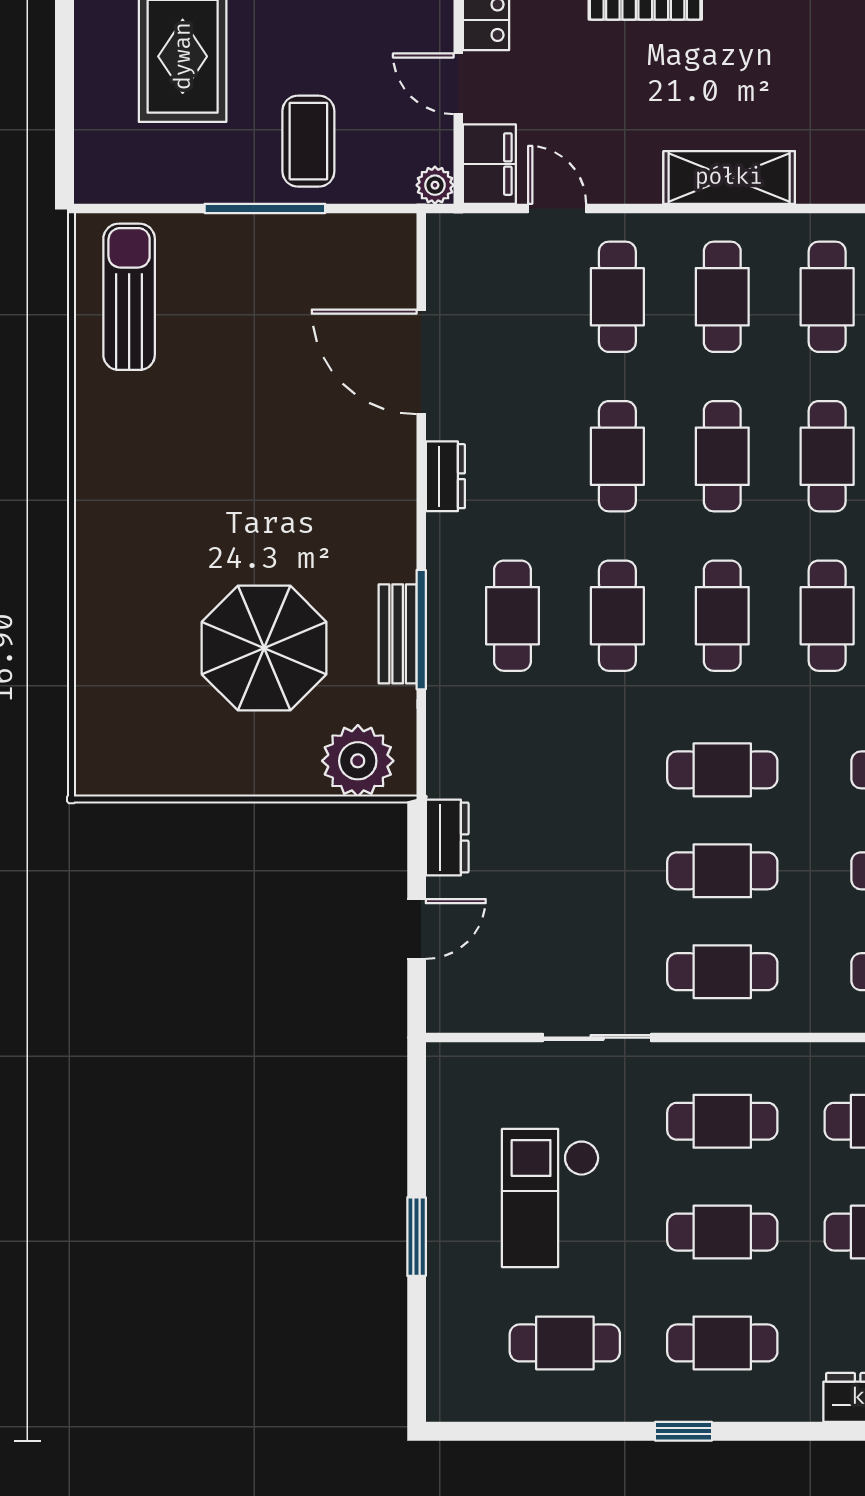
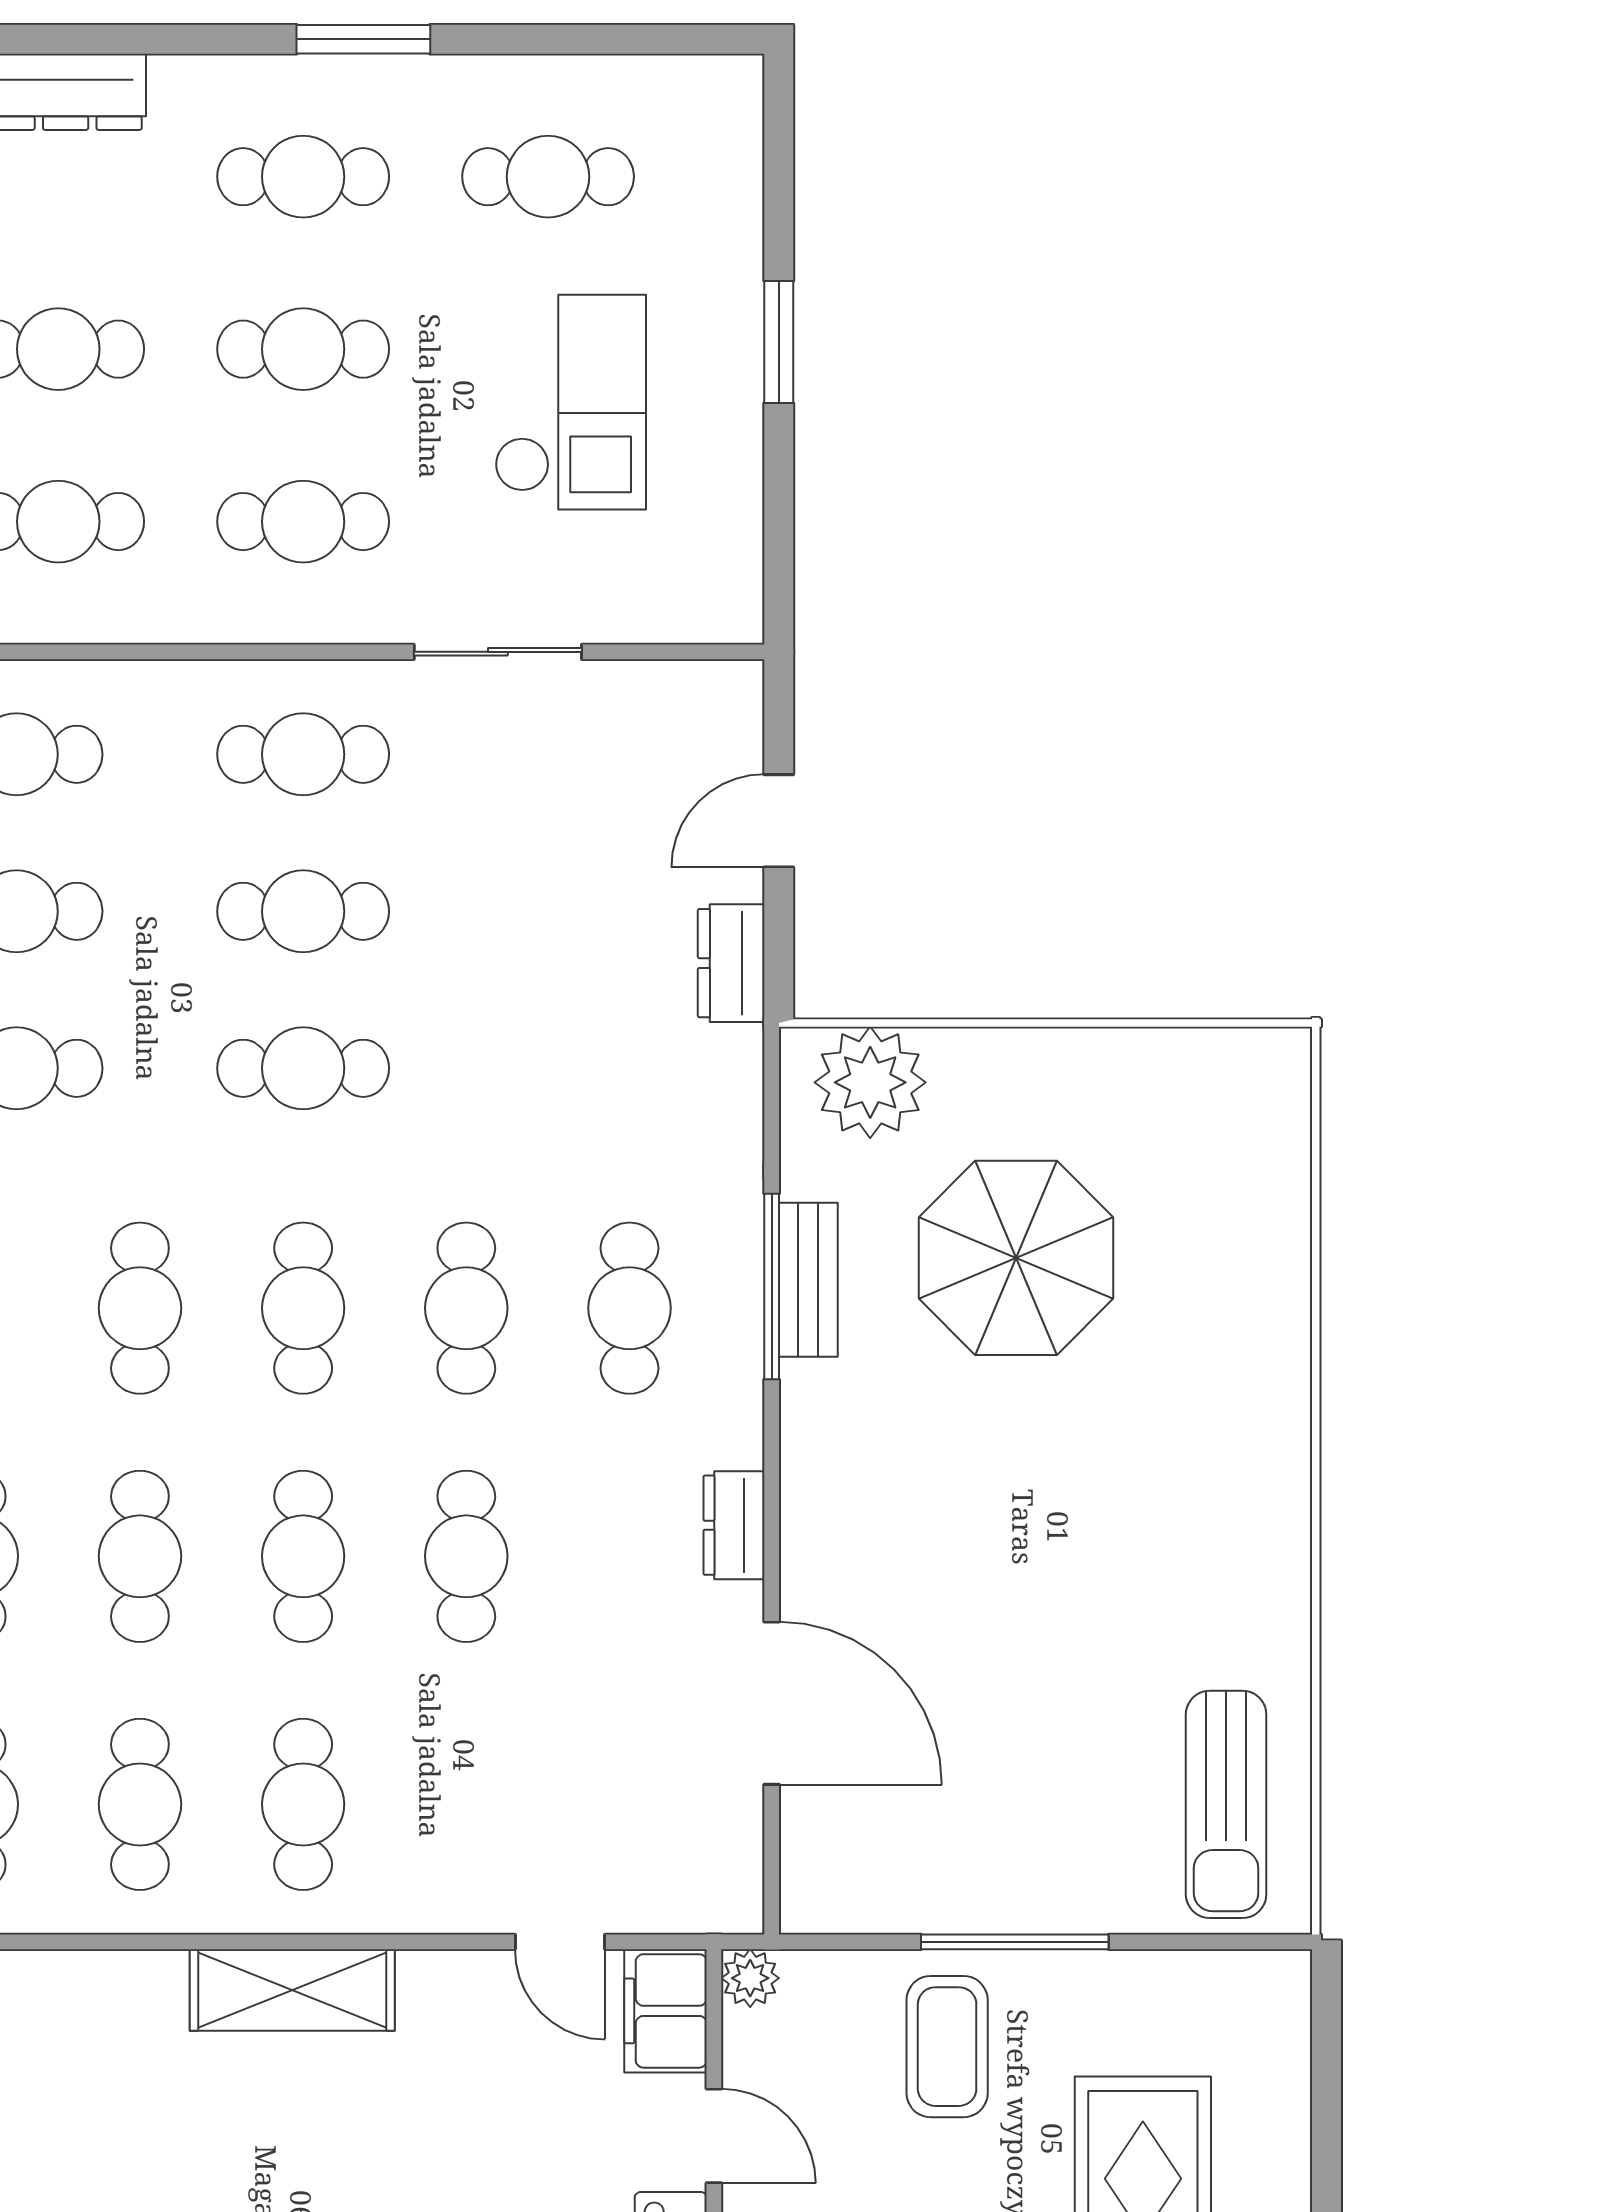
cafe table: (617, 297) -> (466, 1804), removed
window: (684, 1431) -> (363, 39), width x1.50

